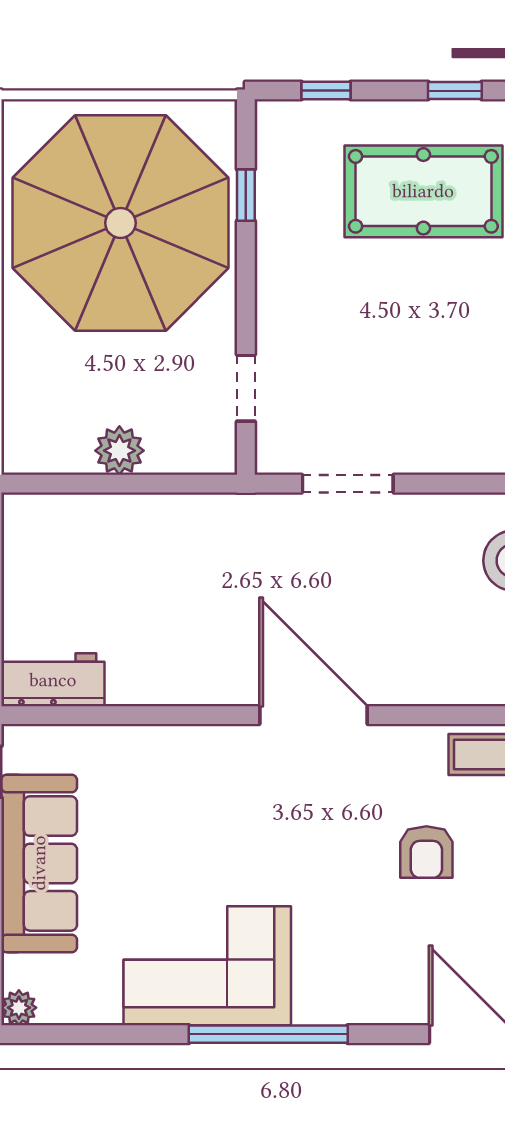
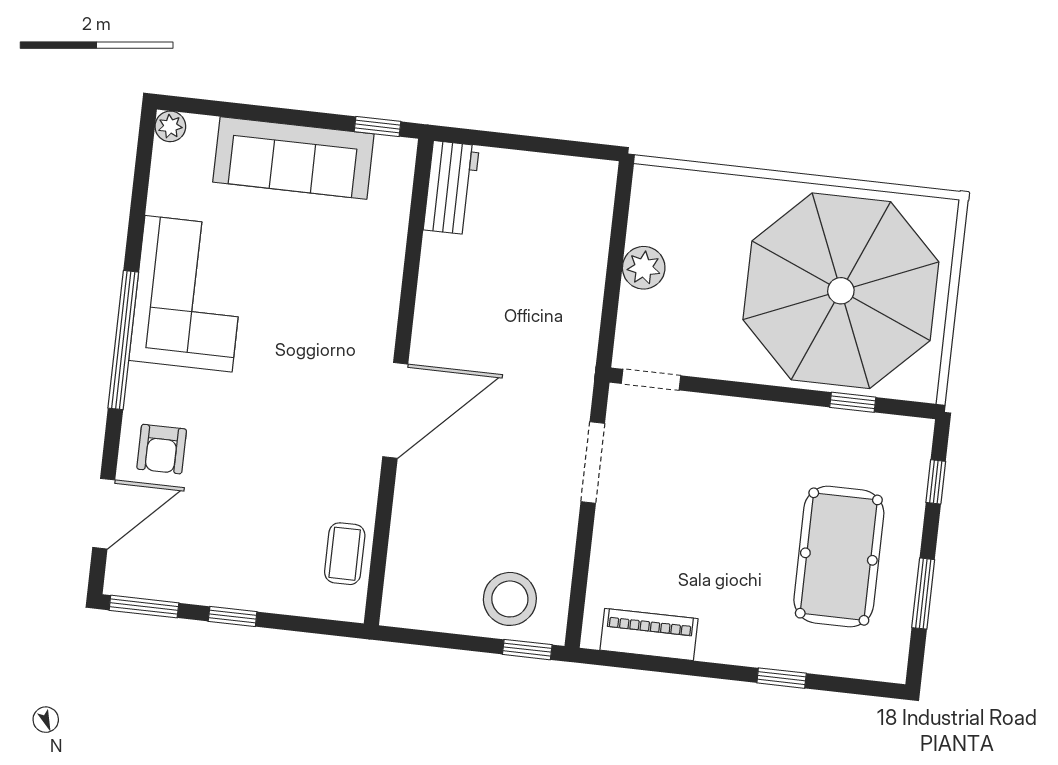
window: (455, 91) -> (923, 594), width x1.50
doorway: (246, 388) -> (651, 380), moved
armchair: (426, 852) -> (162, 449), moved, turned -90

